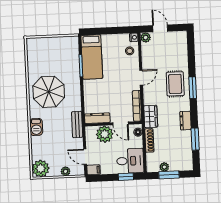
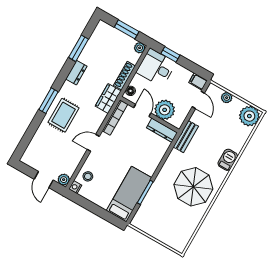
plant: (164, 167) -> (140, 48), moved

